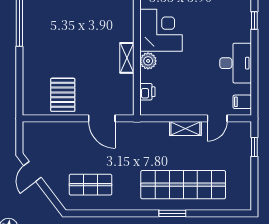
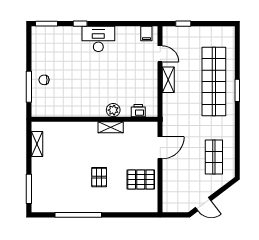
corner desk: (161, 30) -> (88, 100), removed
pallet: (66, 44) -> (99, 177), added
desk: (236, 63) -> (98, 39), moved

